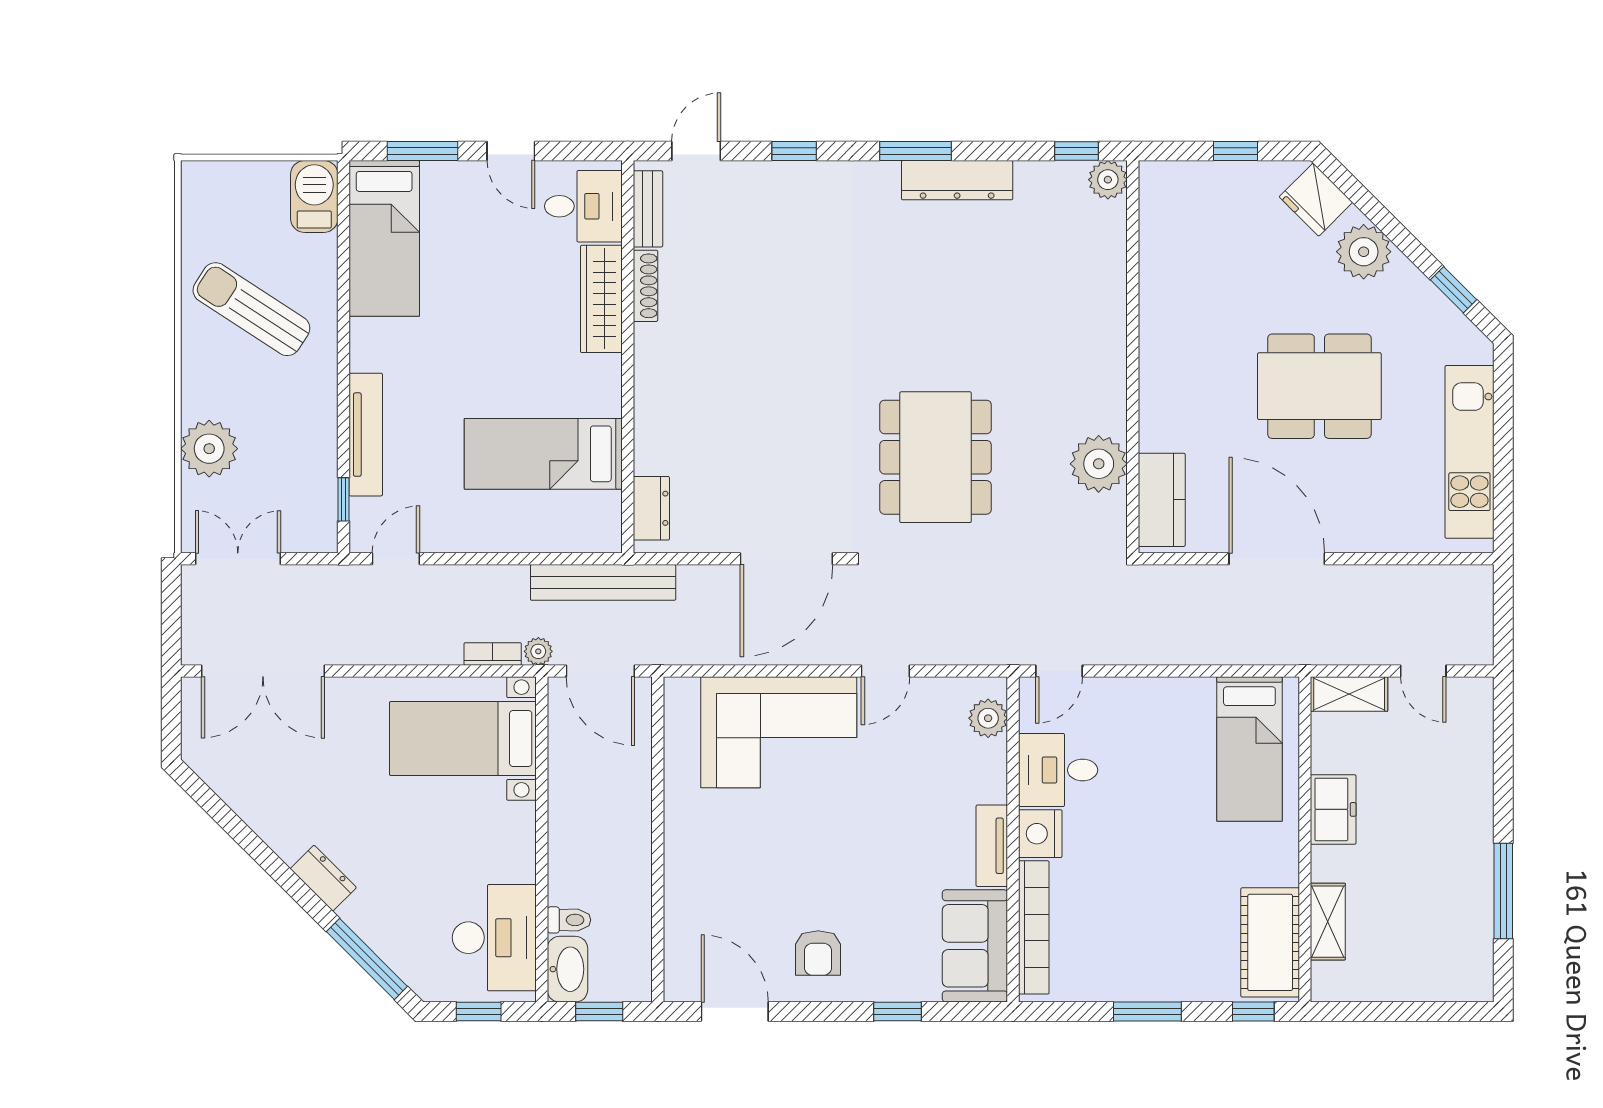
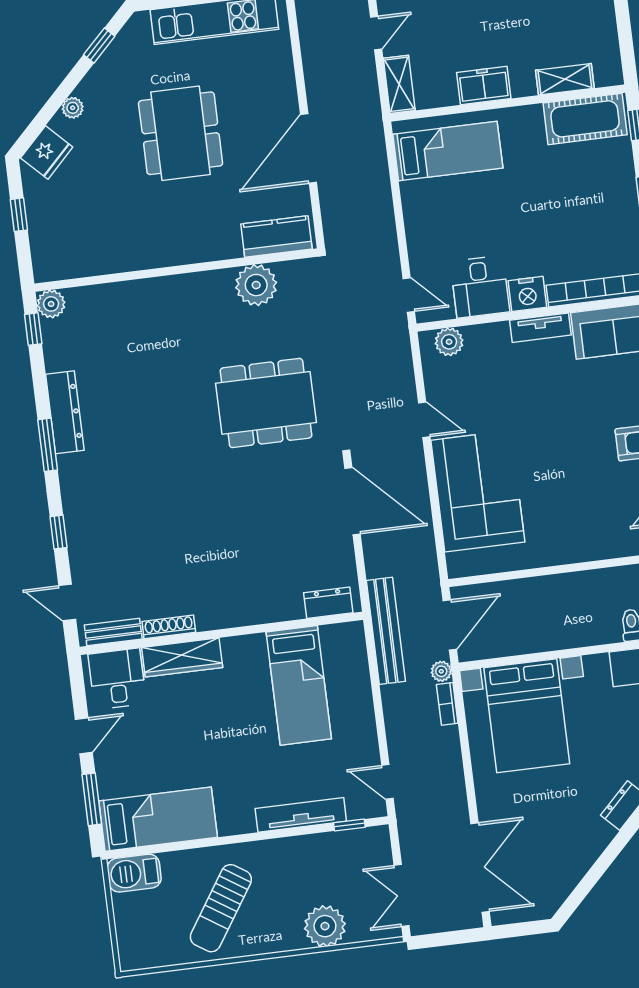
plant: (1364, 252) -> (73, 108), width x0.53, depth x0.53
bed with nightstands: (463, 738) -> (527, 716), width x1.36

